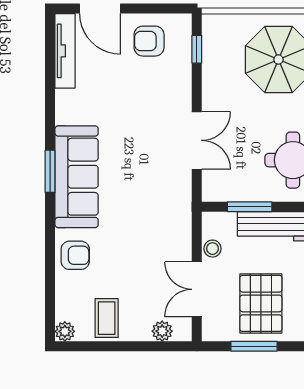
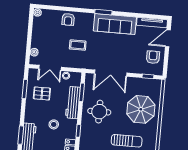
double door: (197, 140) -> (111, 73), width x1.37
sofa: (77, 177) -> (115, 24), moved
double door: (197, 289) -> (50, 68), swing flipped
pallet: (261, 303) -> (42, 93), width x0.67, depth x0.71
coffee table: (107, 318) -> (78, 45), moved

